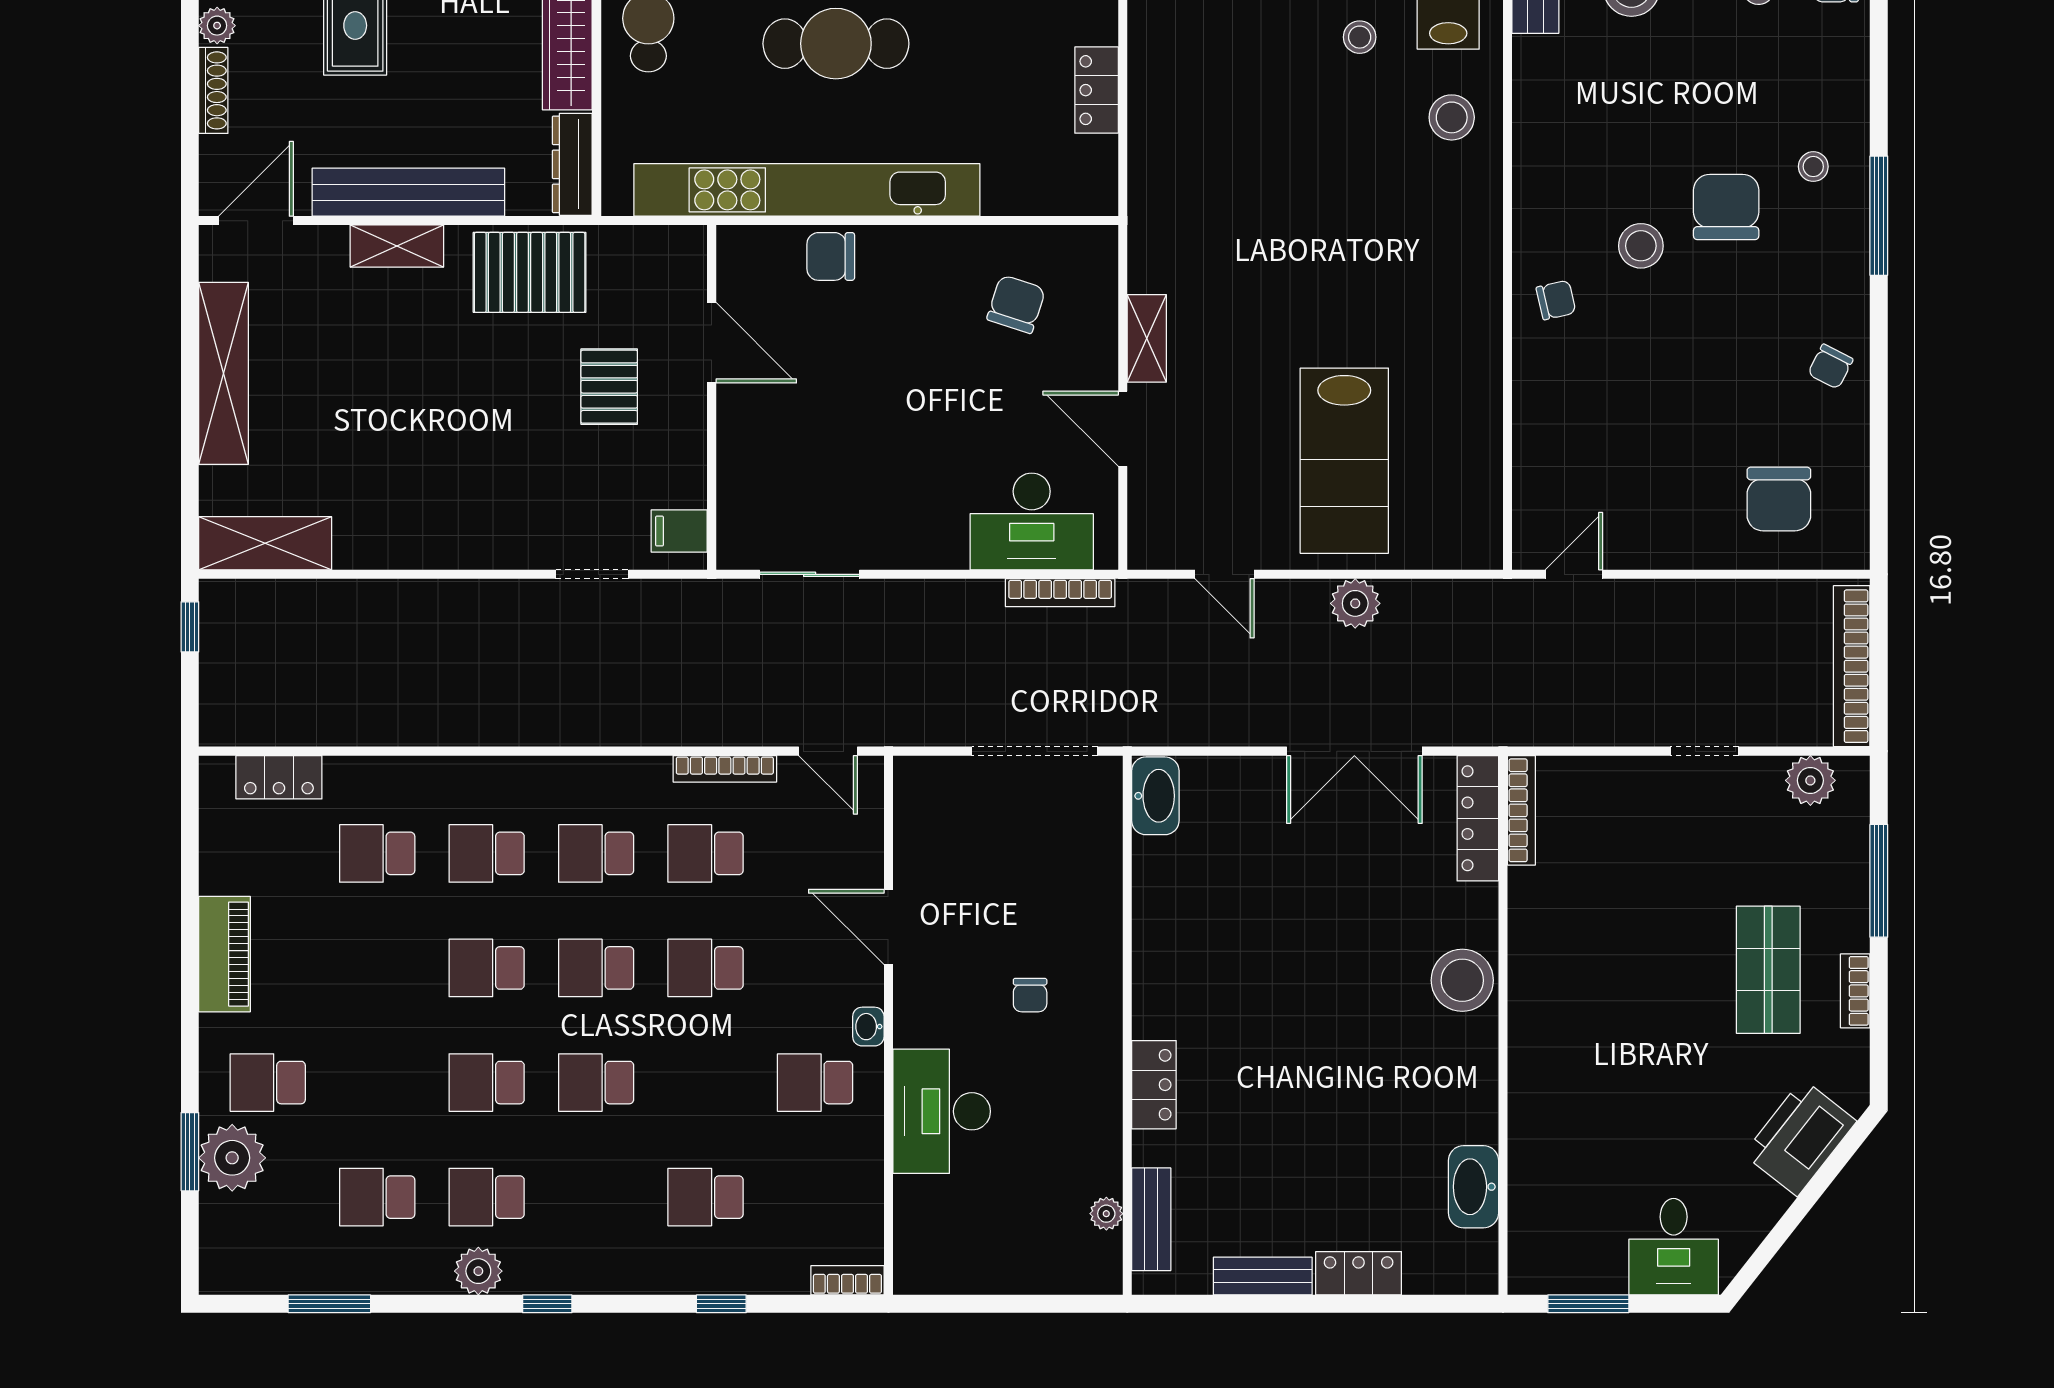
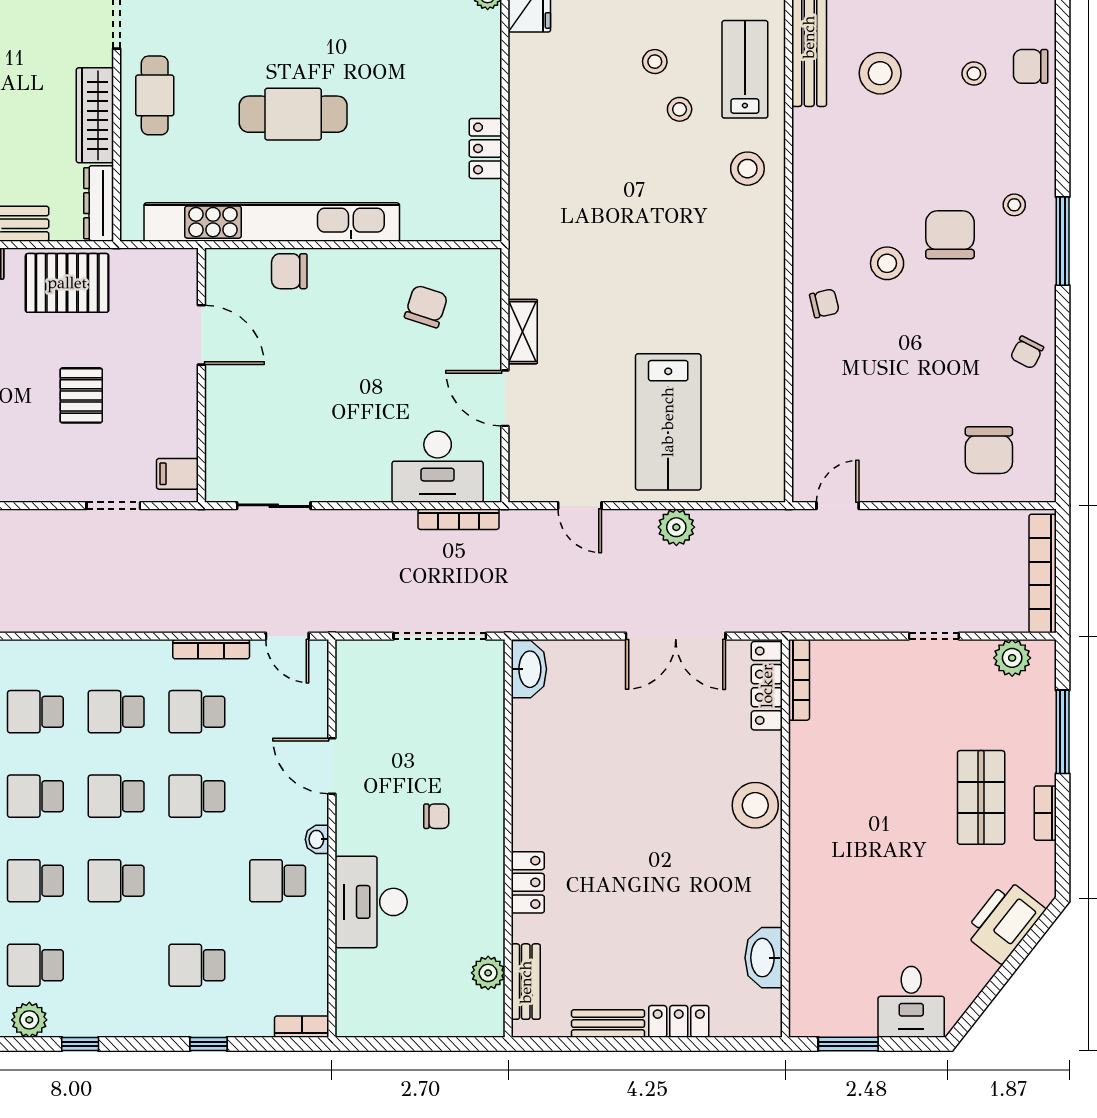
pallet: (609, 387) -> (81, 395), moved
chair: (1030, 995) -> (436, 816), turned -90
plant: (1106, 1214) -> (488, 973), width x1.38, depth x1.38

